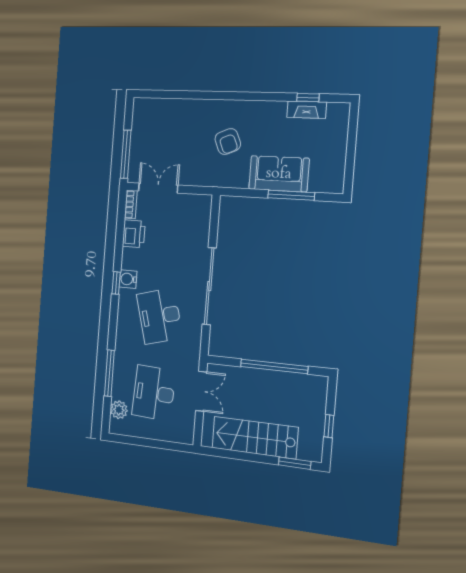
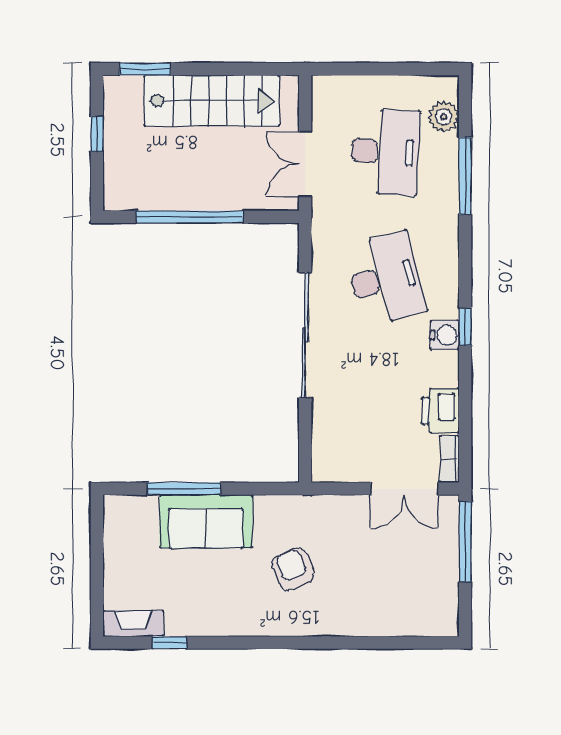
fireplace: (307, 110) -> (133, 624), moved

